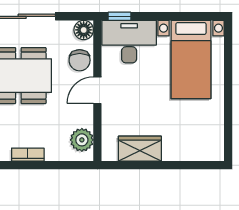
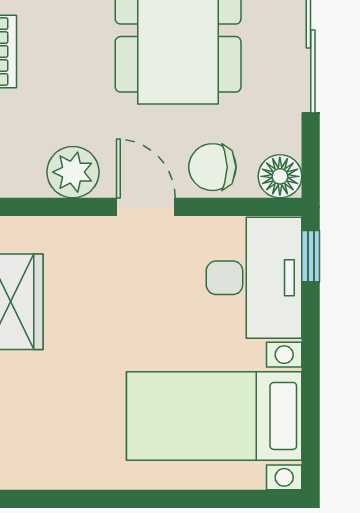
plant: (82, 140) -> (73, 172), moved

